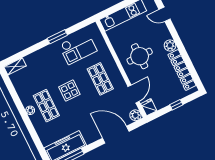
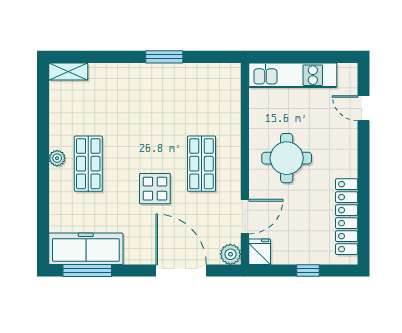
plant: (170, 45) -> (347, 165), removed
checkout: (78, 48) -> (190, 93), removed
display table: (69, 91) -> (155, 189), moved

